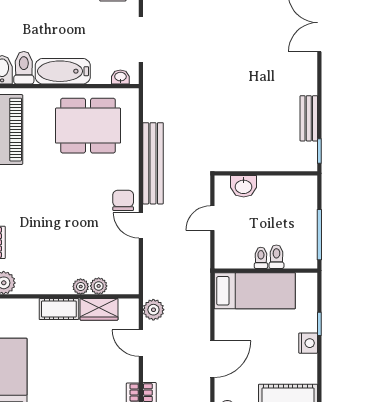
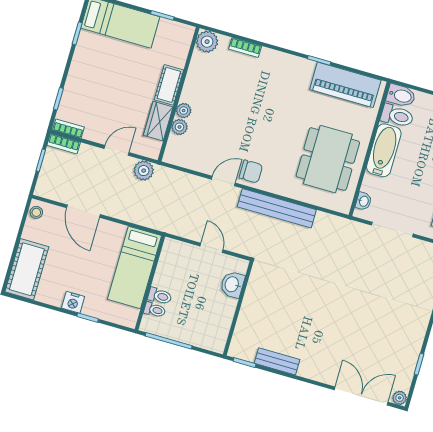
toilet: (261, 258) -> (155, 310), moved

